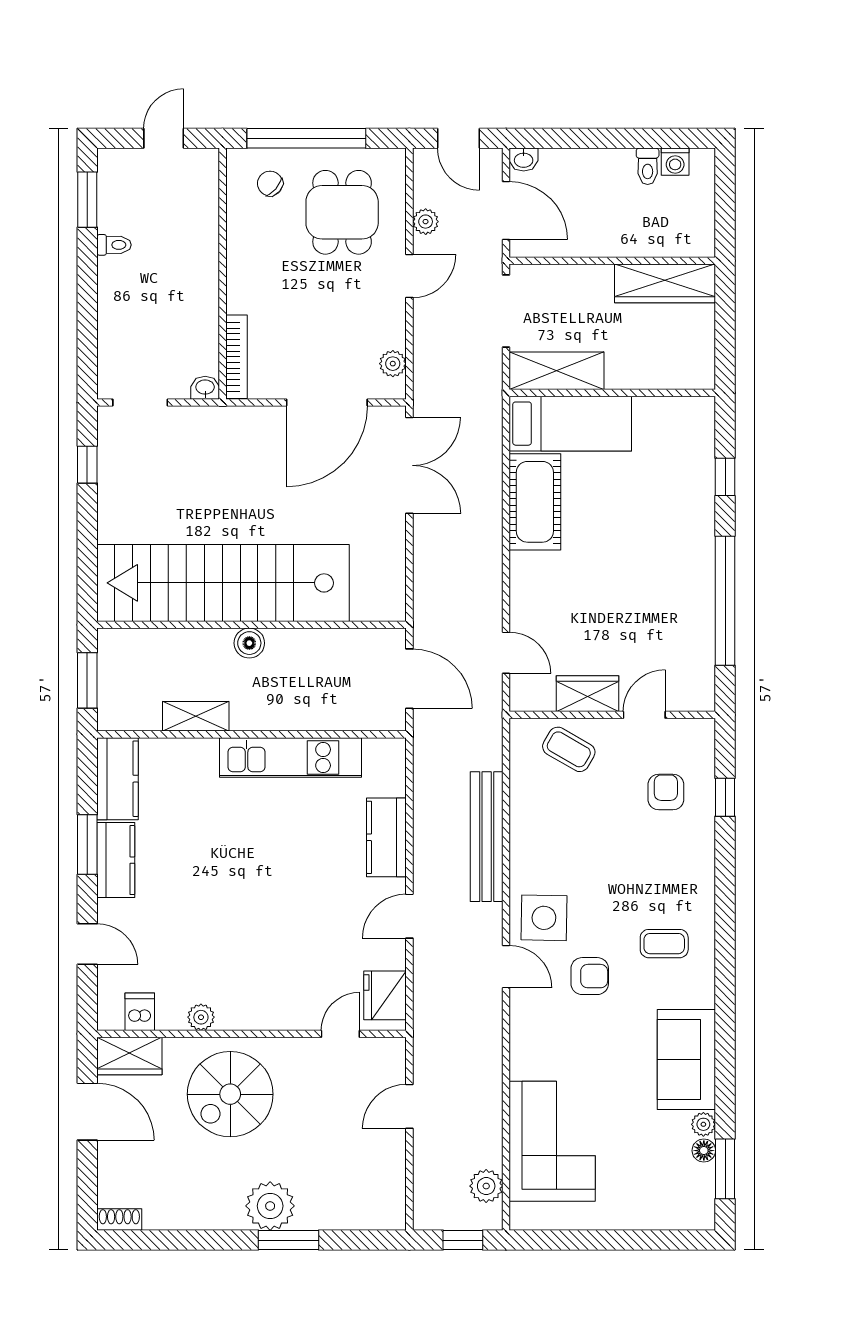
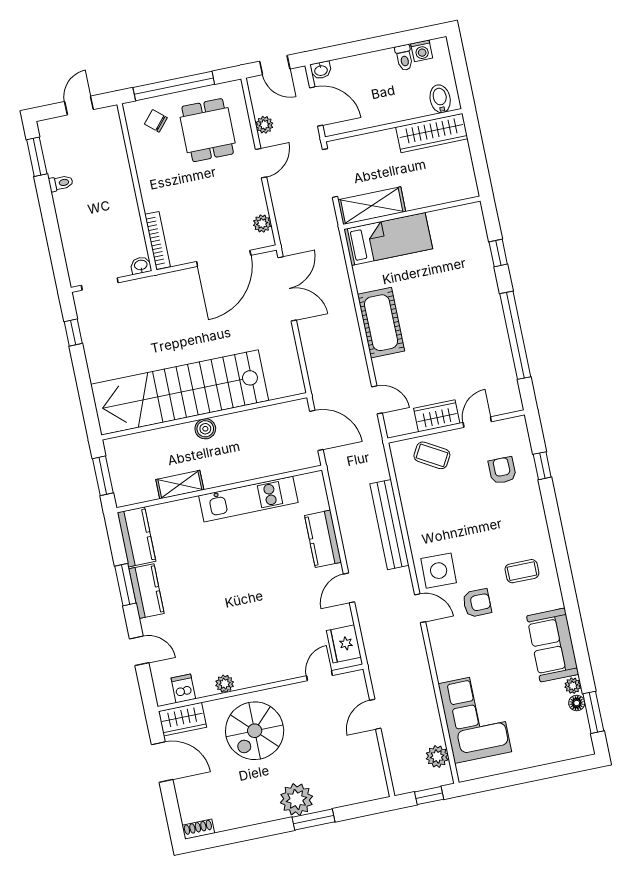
bidet: (687, 237) -> (440, 99), added
cot: (535, 502) -> (381, 323), moved

